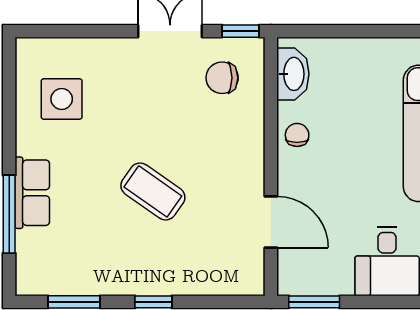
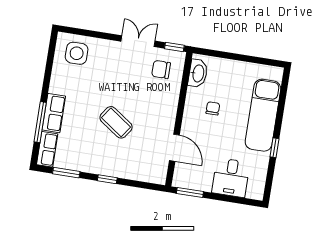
side table: (62, 99) -> (77, 53), moved
chair: (297, 135) -> (213, 108), moved
row of seats: (31, 263) -> (47, 149), added

